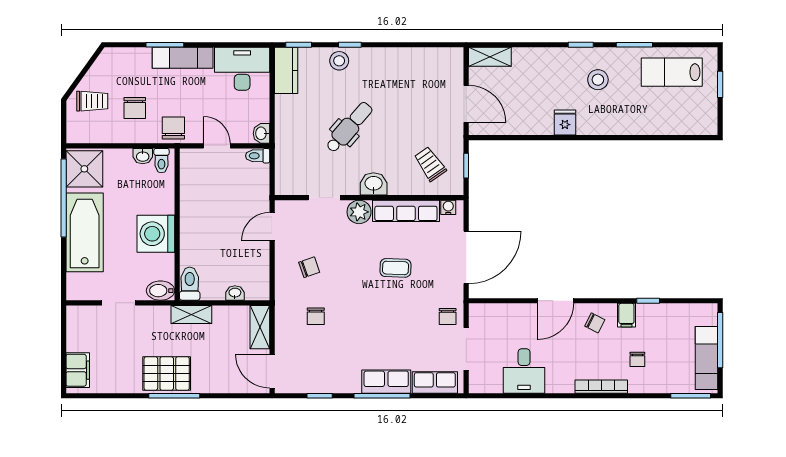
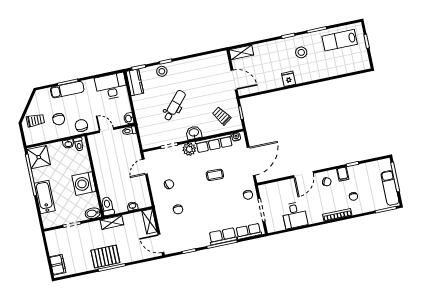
exam couch: (183, 58) -> (67, 90), moved
bathtub: (85, 232) -> (45, 197), width x0.73, depth x0.73

